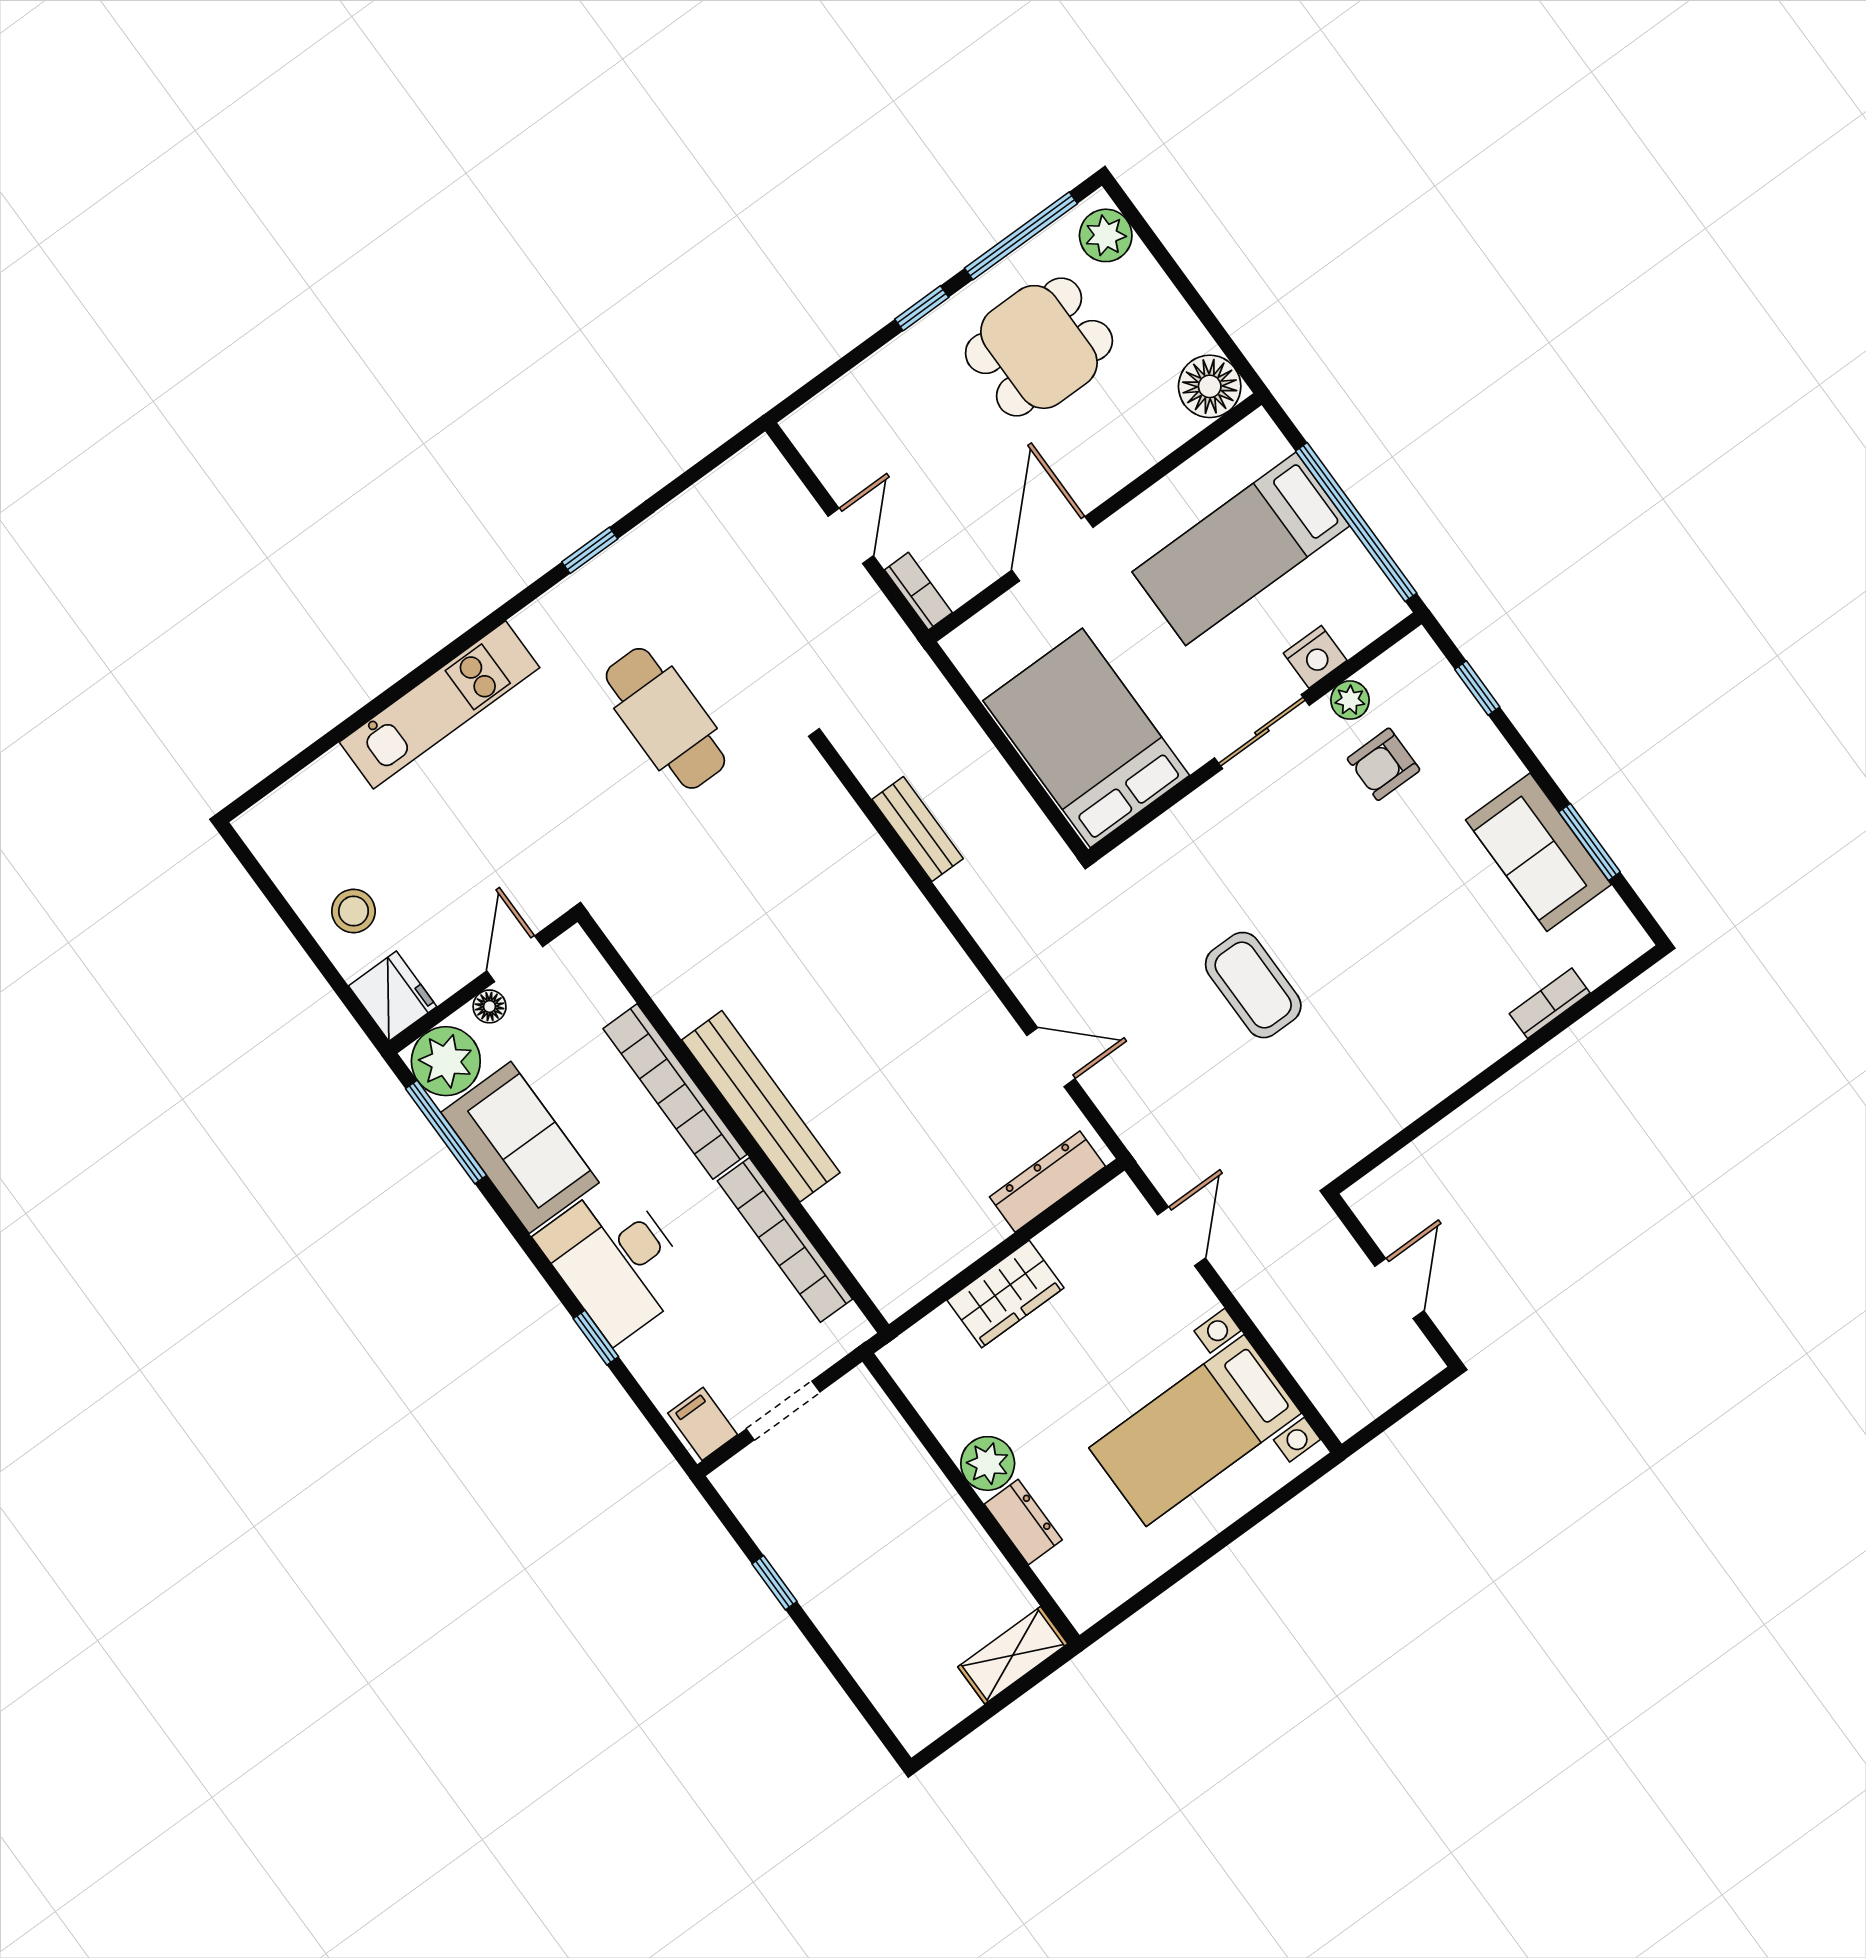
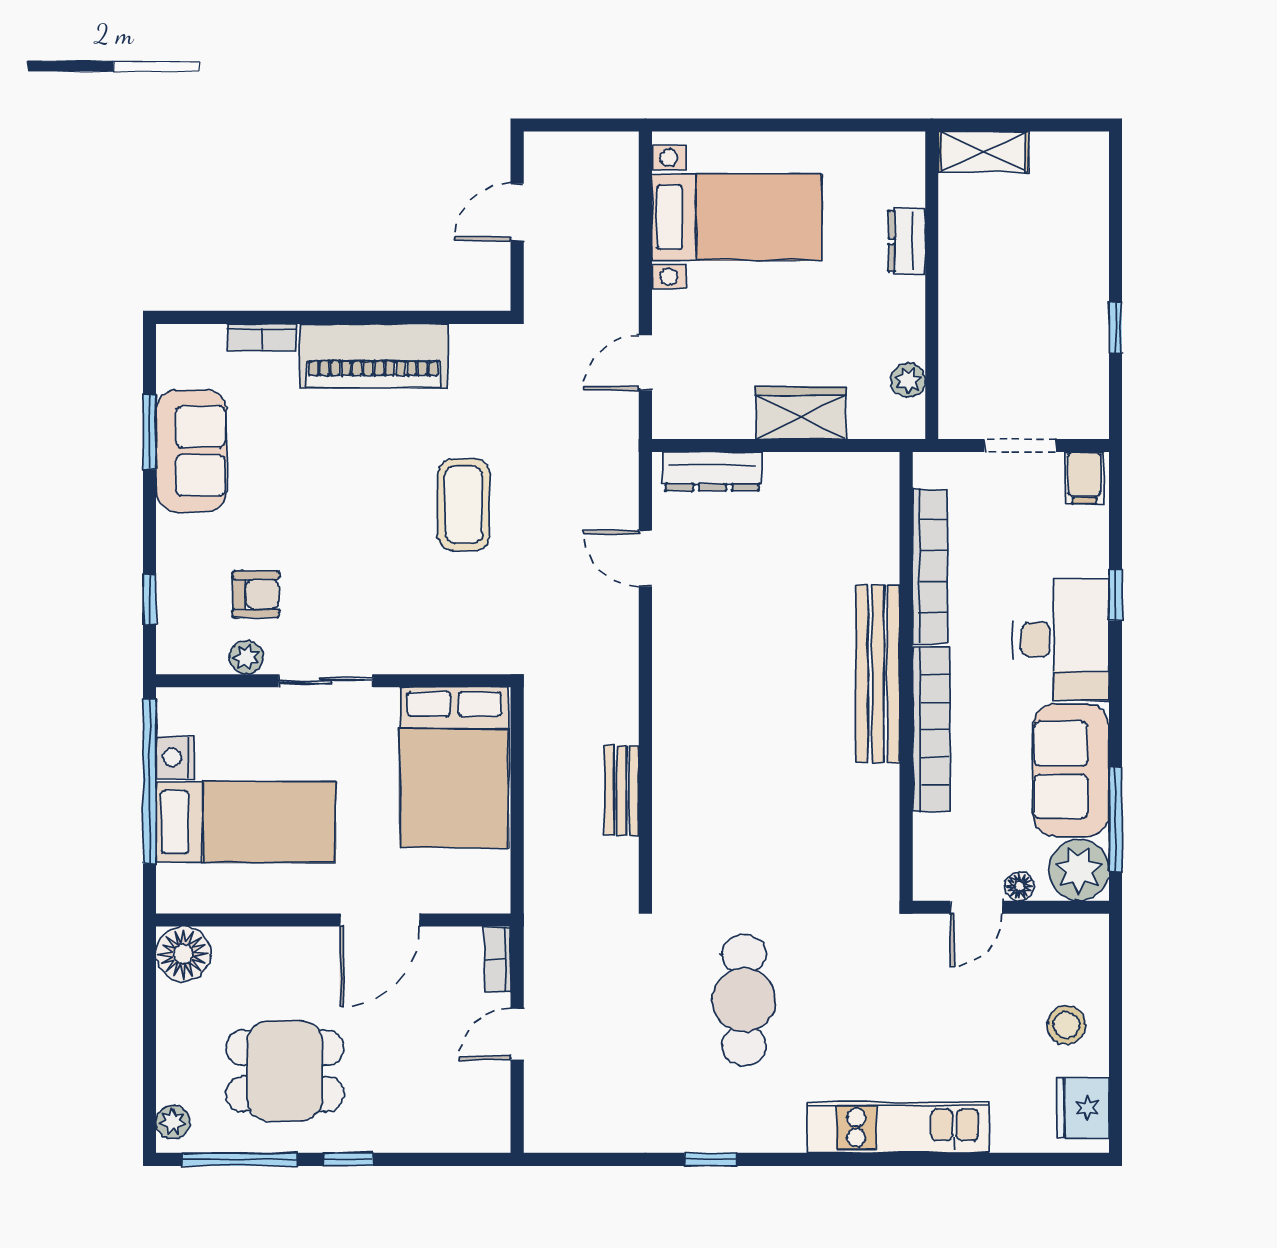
plant: (1106, 235) -> (173, 1122), width x0.73, depth x0.73
nightstand: (1315, 657) -> (175, 757), moved, turned -90
fridge: (393, 996) -> (1083, 1108), moved
piano: (1435, 1061) -> (373, 356), added
plant: (988, 1463) -> (908, 380), moved, width x0.73, depth x0.73

